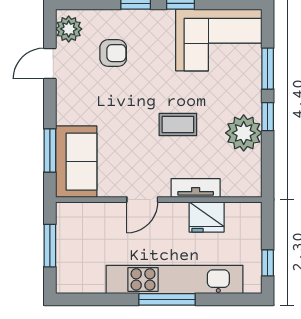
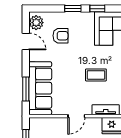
door: (50, 63) -> (26, 41), swing flipped
sofa: (76, 162) -> (40, 88), width x1.36

